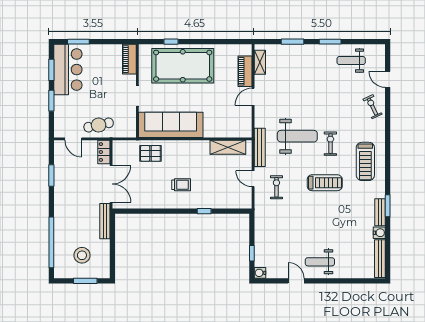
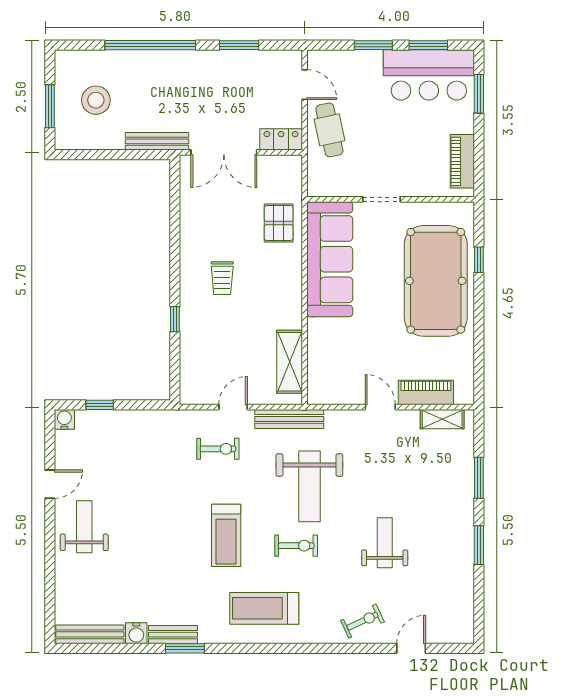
piano: (129, 59) -> (462, 161), moved, turned -90
weight bench: (351, 61) -> (385, 543), moved
door: (73, 139) -> (305, 85), swing flipped
window: (51, 242) -> (150, 45), moved

